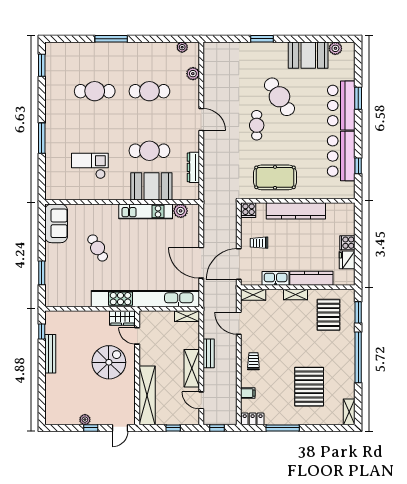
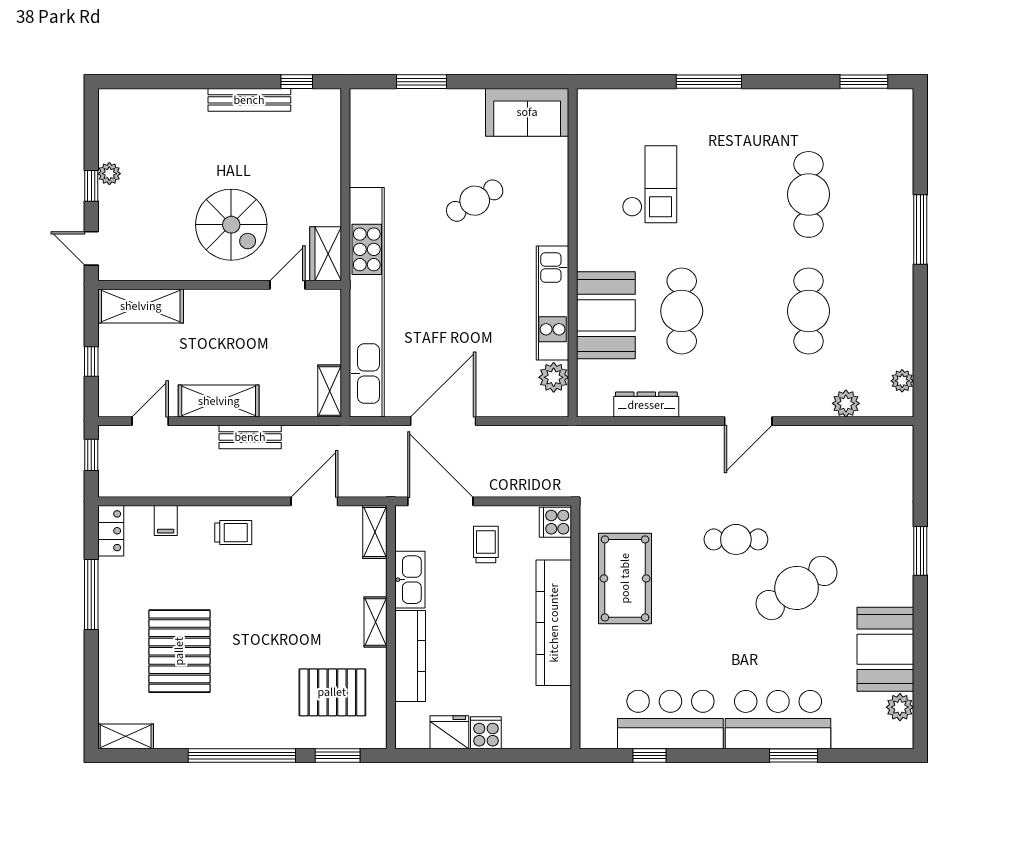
pallet: (309, 387) -> (179, 651), turned 90
shelving: (147, 395) -> (141, 306), width x0.68

